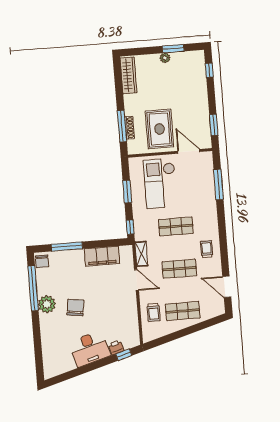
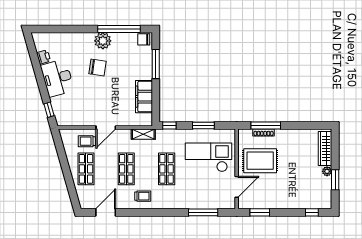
wardrobe: (128, 75) -> (325, 149), moved, turned 90
door: (136, 280) -> (106, 127), moved
printer: (116, 347) -> (44, 57), moved

